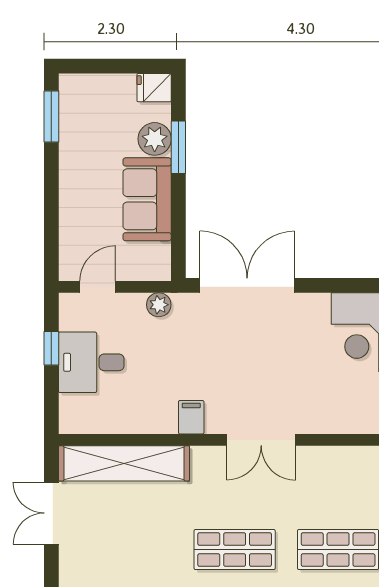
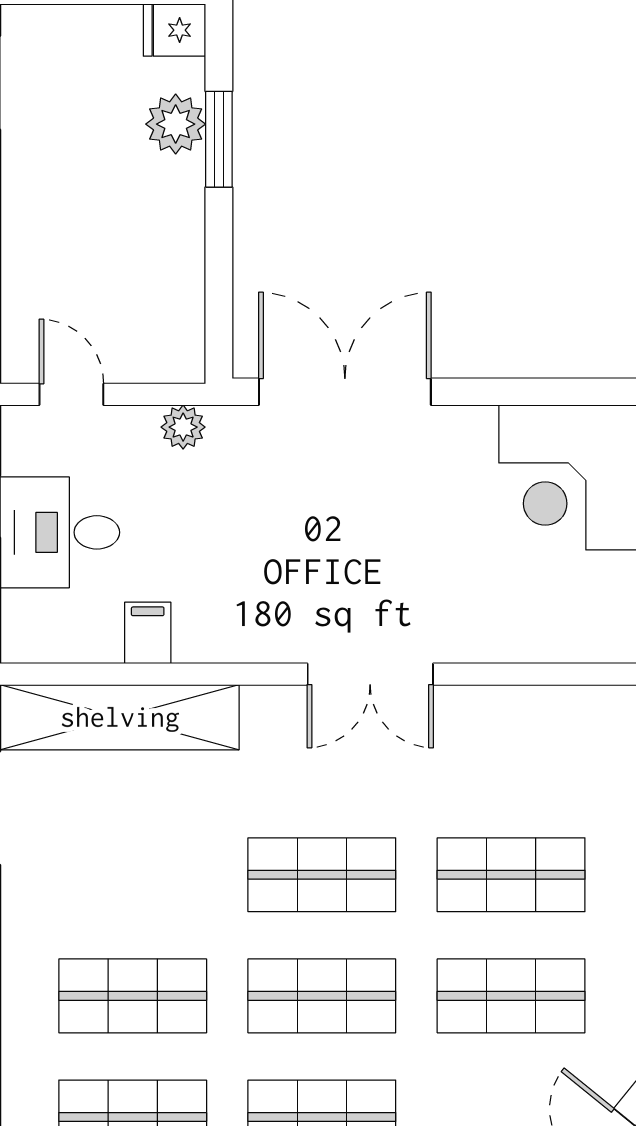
sofa: (147, 199) -> (162, 234), removed
door: (98, 287) -> (71, 394), hinge flipped
filing cabinet: (191, 417) -> (148, 633), moved

